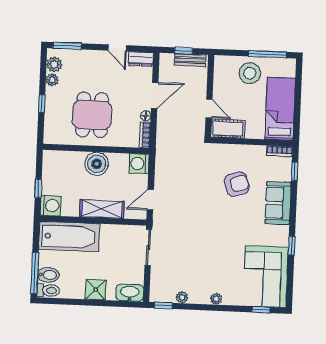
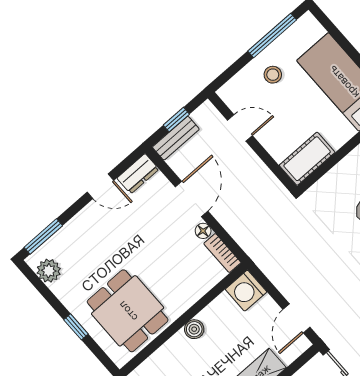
bench: (190, 60) -> (176, 138), moved
stool: (250, 73) -> (273, 75), width x0.53, depth x0.53
plant: (52, 80) -> (62, 290), removed
door: (209, 108) -> (240, 128), moved
dining table: (92, 115) -> (128, 311), moved
boiler: (97, 164) -> (194, 329), width x0.54, depth x0.54

